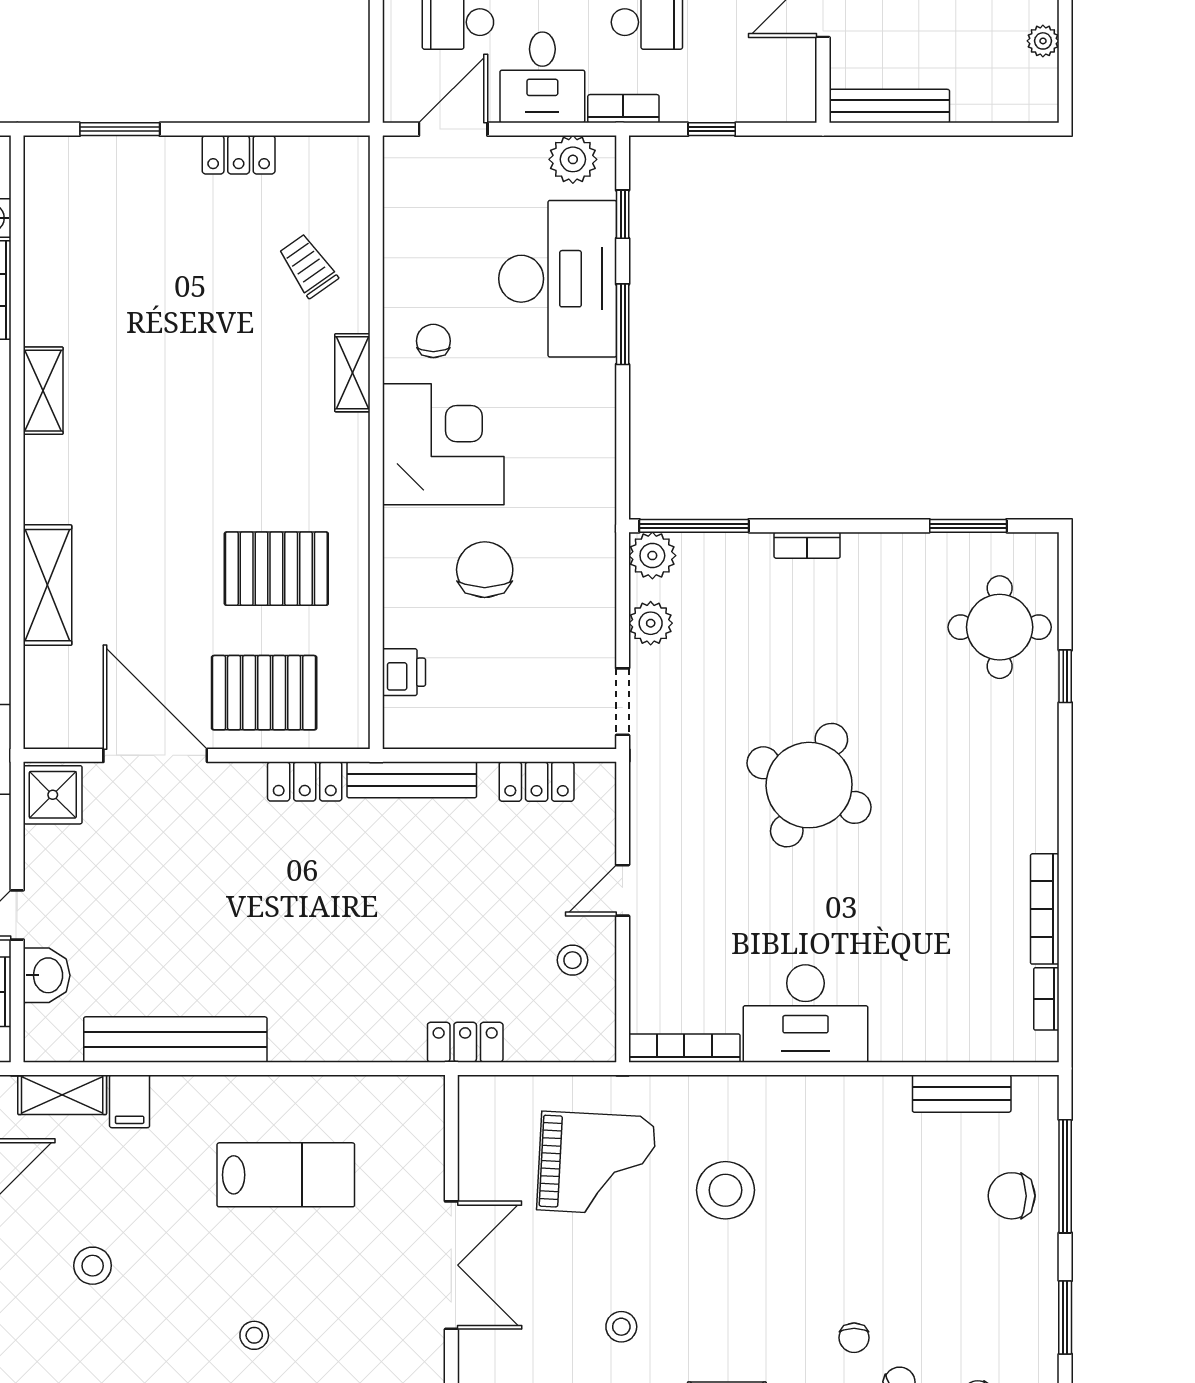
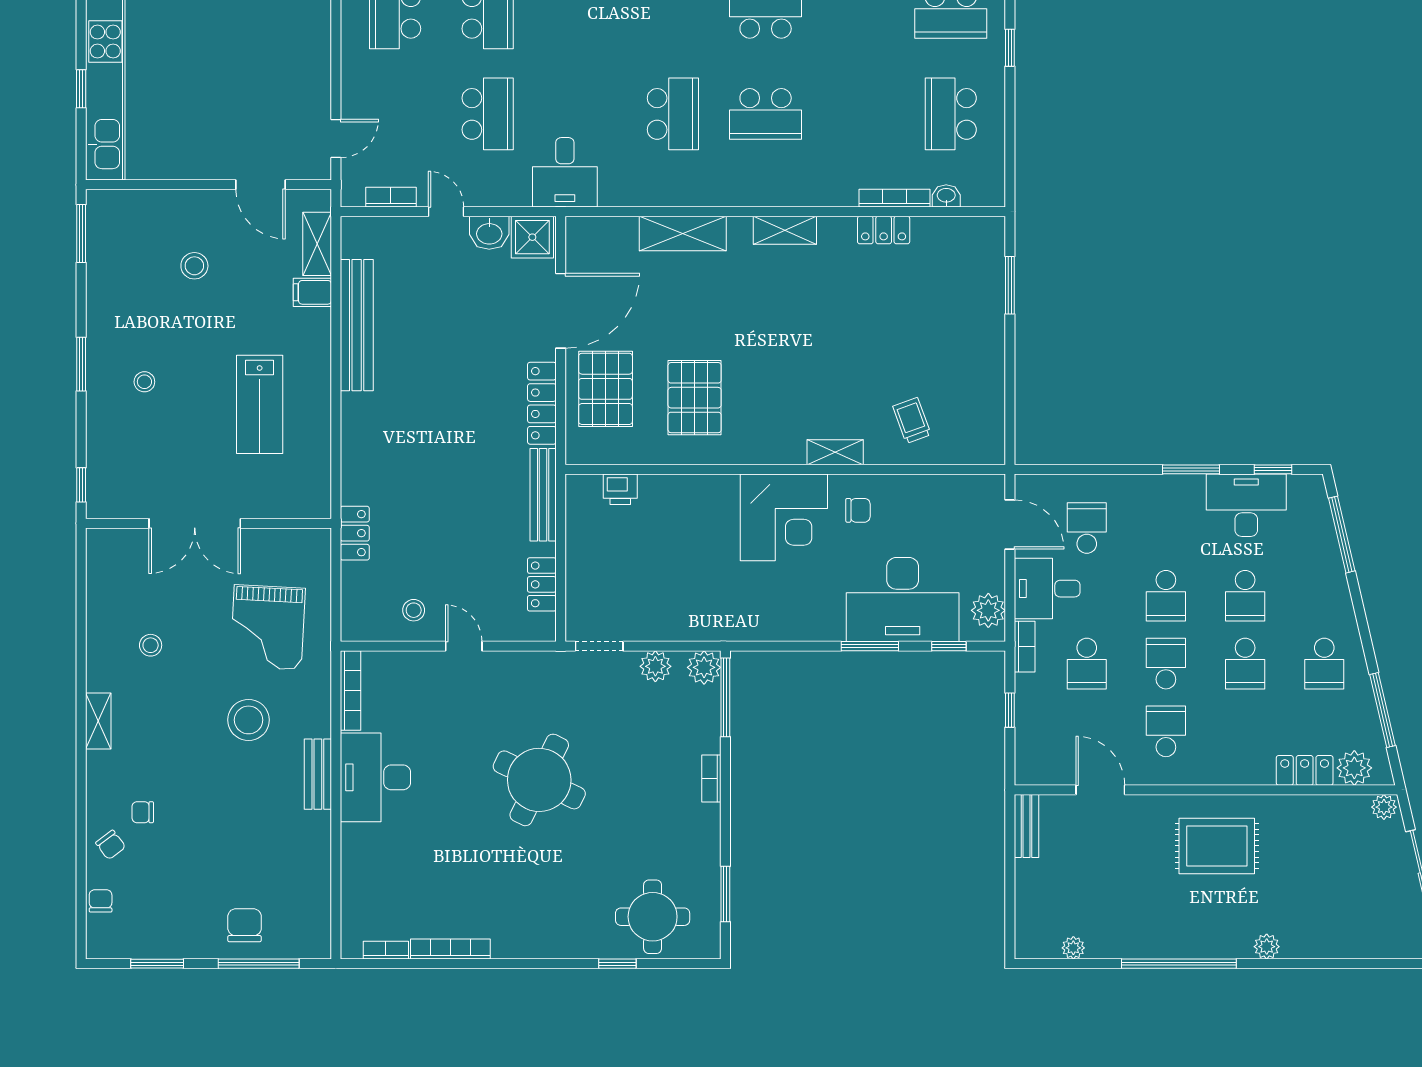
bench: (889, 106) -> (1027, 826), width x0.73
locker: (239, 155) -> (884, 230), moved, turned -90
trolley: (308, 266) -> (912, 420), turned -75
shelving: (43, 391) -> (785, 230), moved
chair: (485, 570) -> (694, 547), removed
locker: (305, 781) -> (542, 403), width x1.53
washbasin: (47, 975) -> (489, 233), moved
bench: (962, 1094) -> (318, 774), moved

